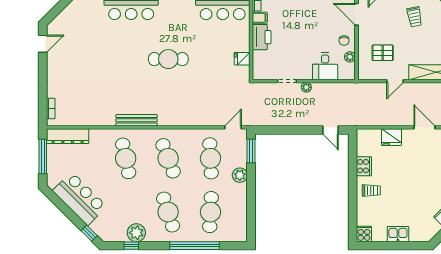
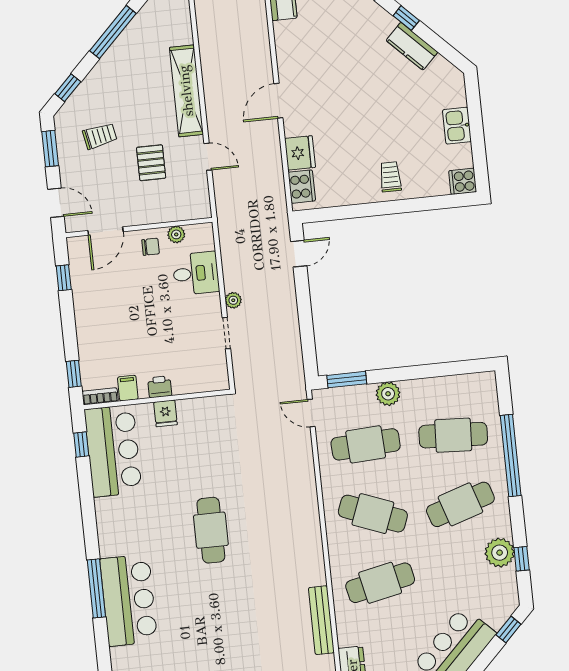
printer: (262, 37) -> (160, 387), width x0.53, depth x0.68
pallet: (383, 53) -> (151, 163), moved
fridge: (242, 59) -> (165, 413), moved
bench: (137, 120) -> (321, 620), moved
cafe table: (168, 158) -> (373, 514), turned 42
cooker: (364, 166) -> (302, 187), moved, turned 90

